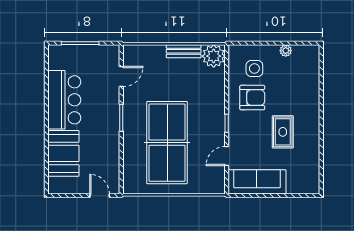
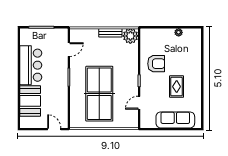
side table: (254, 69) -> (158, 44), removed
sofa: (257, 182) -> (175, 120), moved

